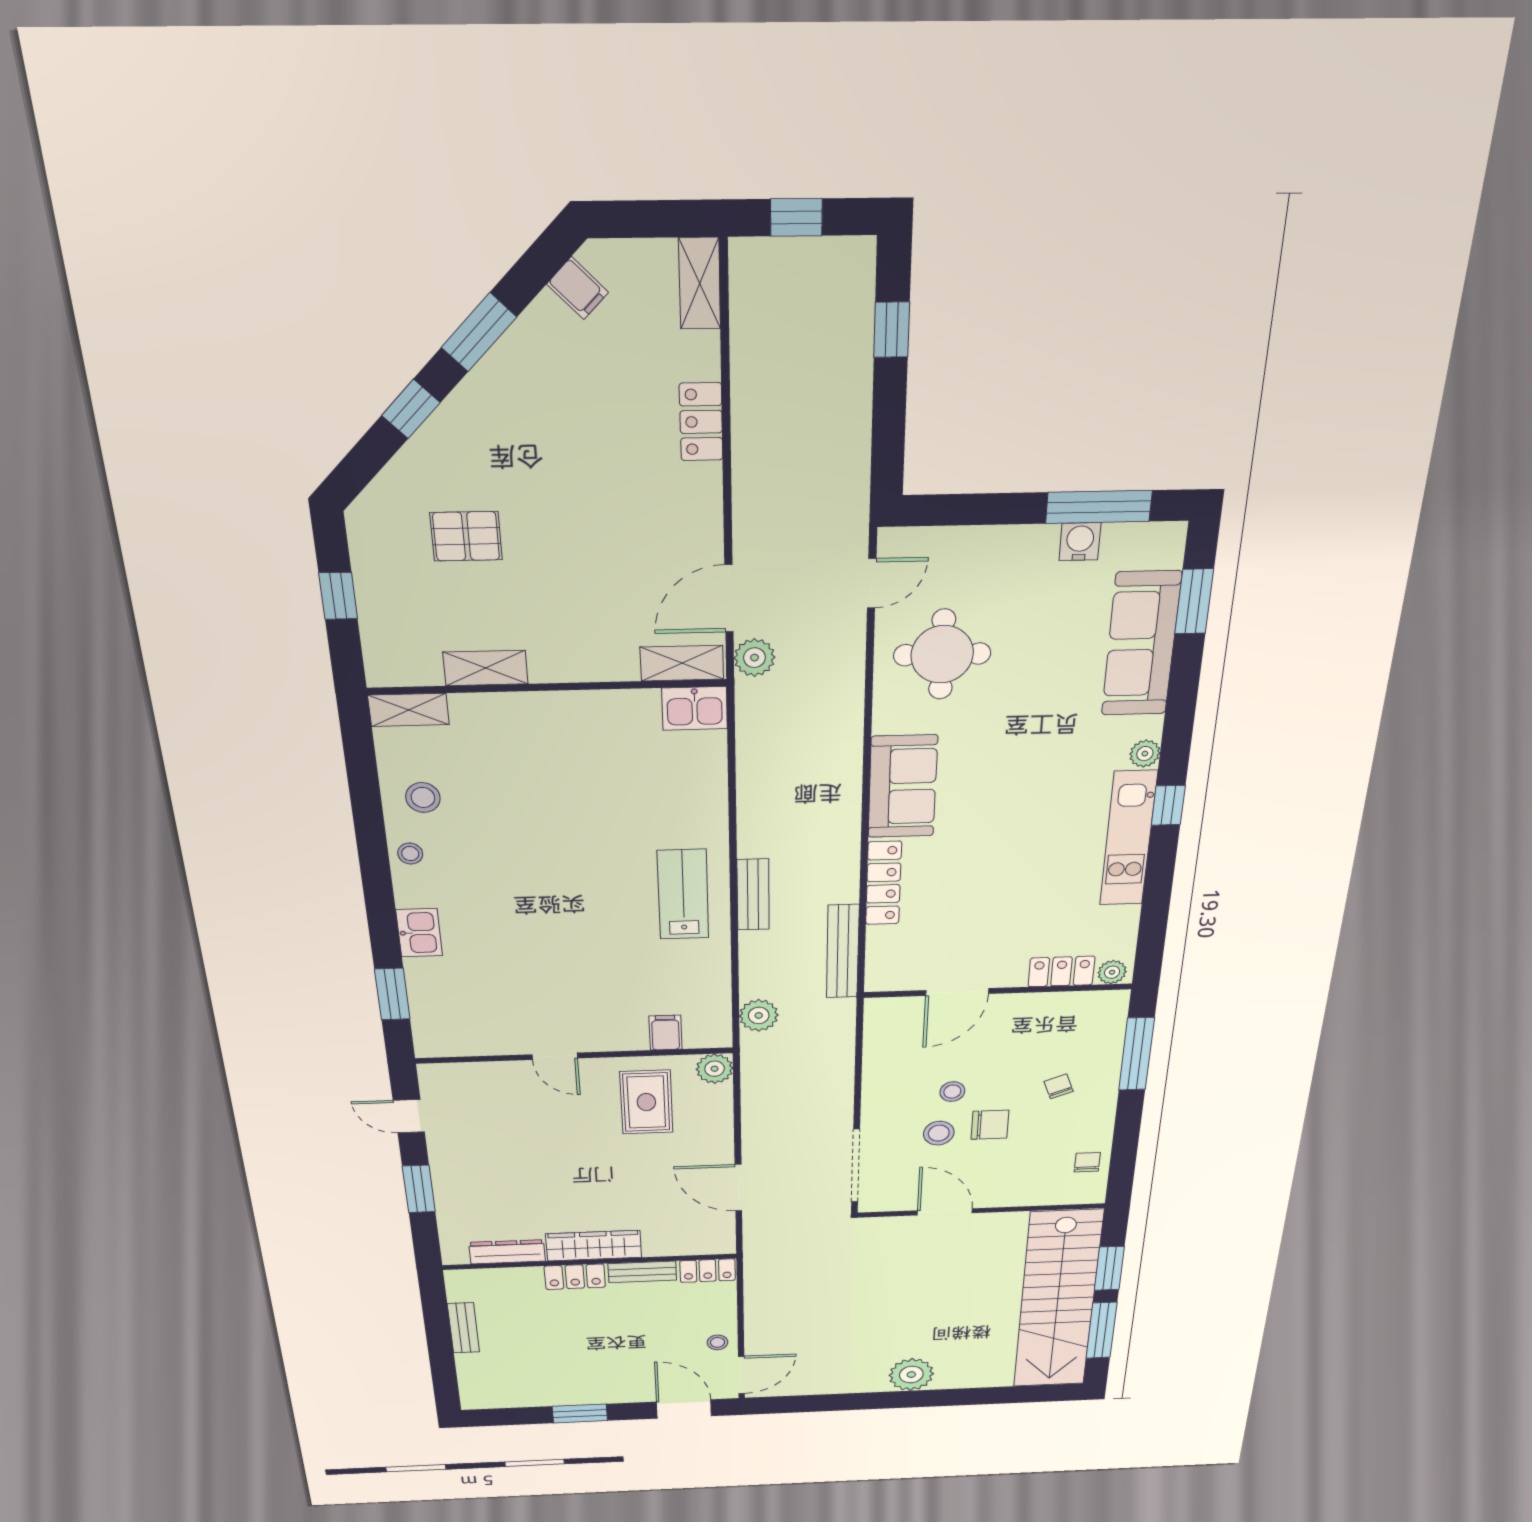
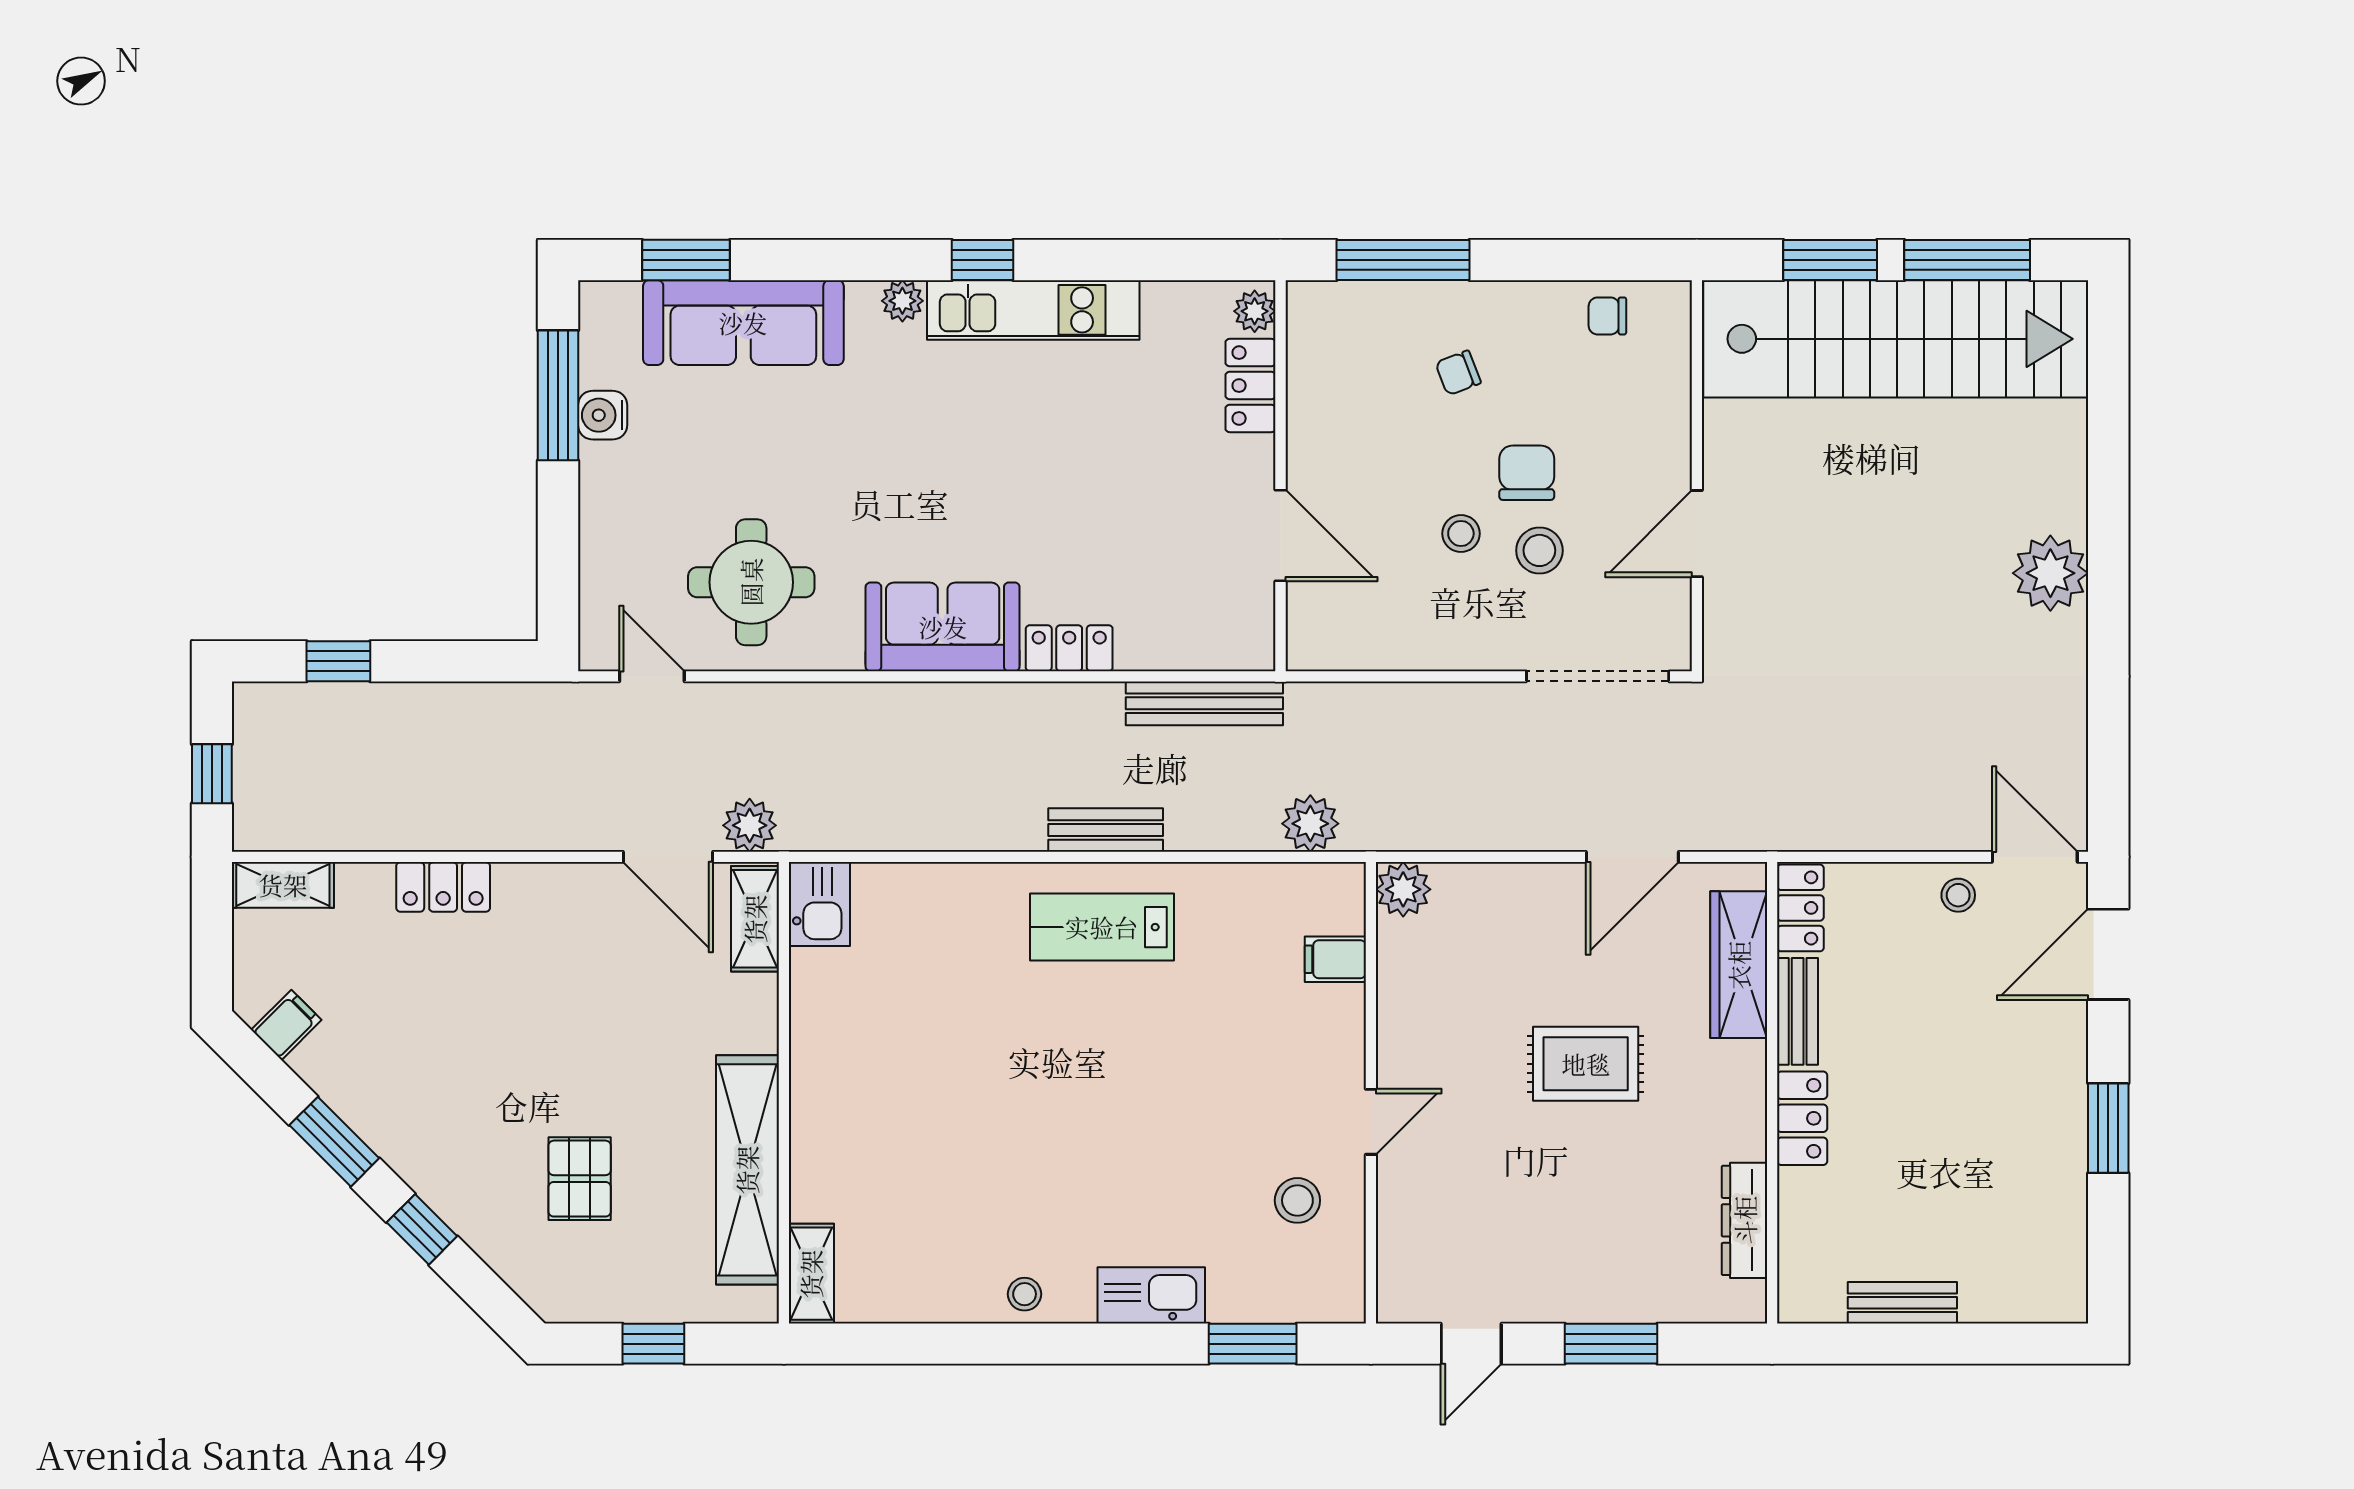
shelving: (486, 668) -> (747, 1170), width x2.20, depth x1.33
stool: (423, 797) -> (1297, 1200), moved
locker: (884, 883) -> (1069, 648), width x0.66
kitchen sink: (419, 933) -> (1151, 1295), width x1.38
rug: (646, 1102) -> (1586, 1064), moved
wardrobe: (594, 1246) -> (1739, 965), moved

